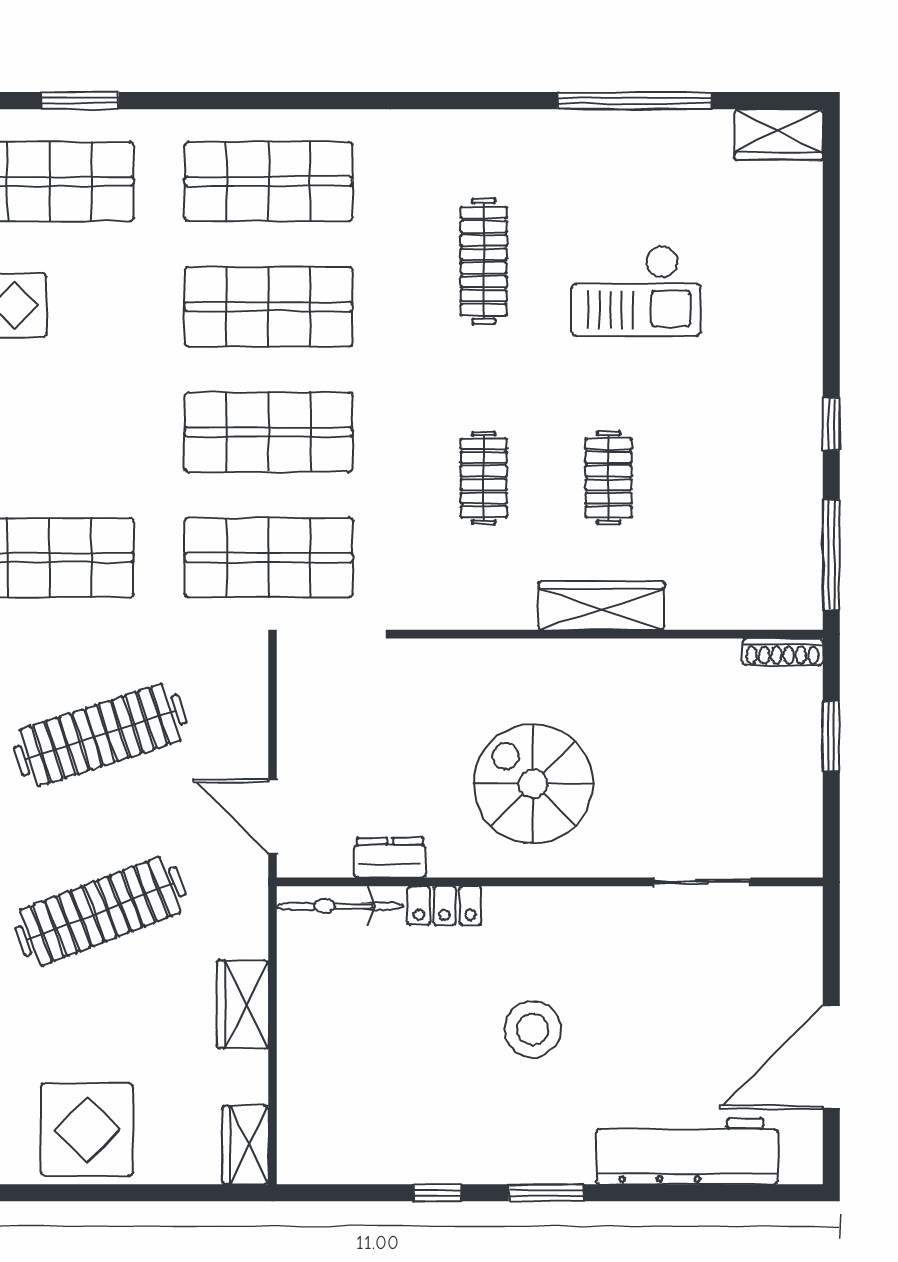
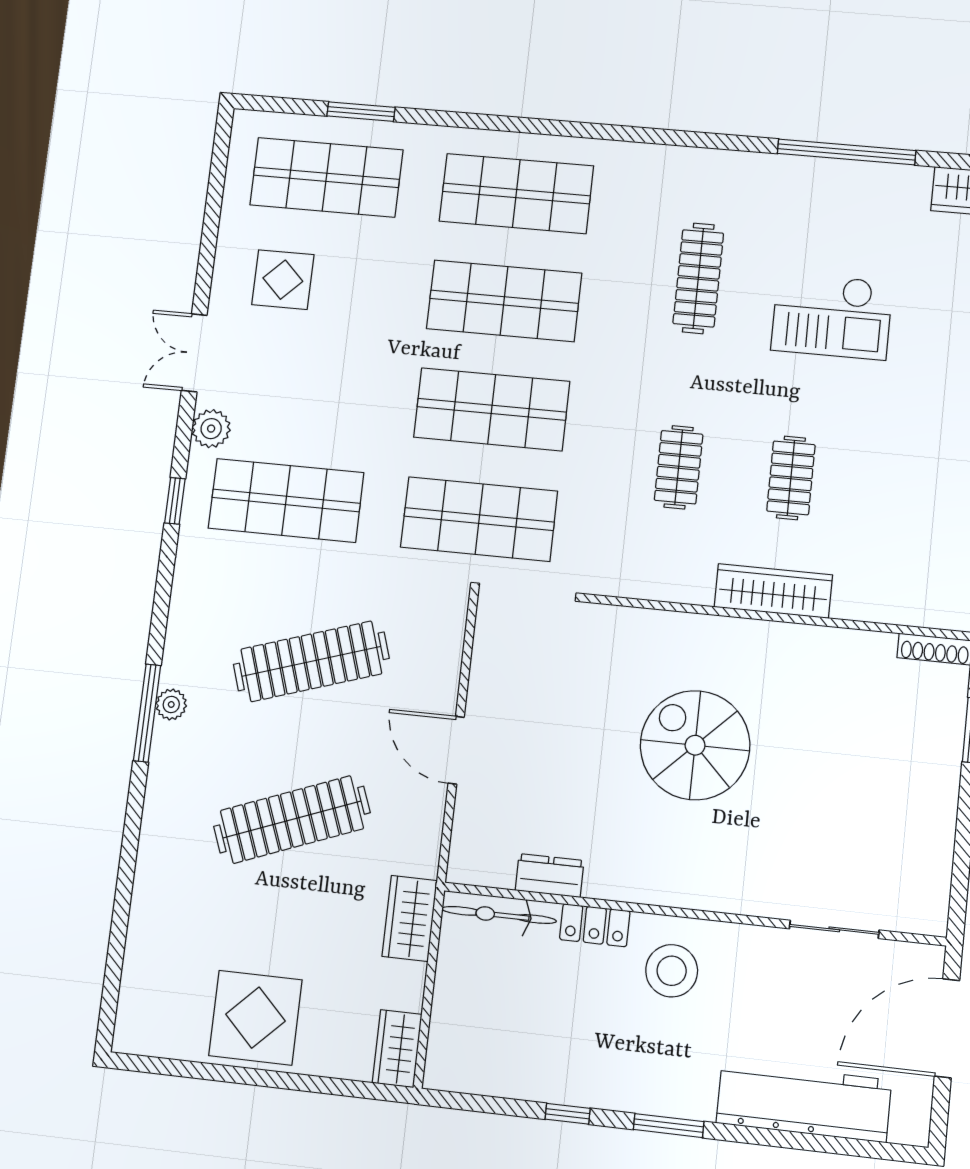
dresser: (390, 858) -> (550, 875), moved
wall: (550, 882) -> (693, 914), moved
sliding door: (702, 882) -> (834, 929), moved
bicycle: (340, 906) -> (499, 915), moved
locker: (445, 906) -> (595, 925), moved

